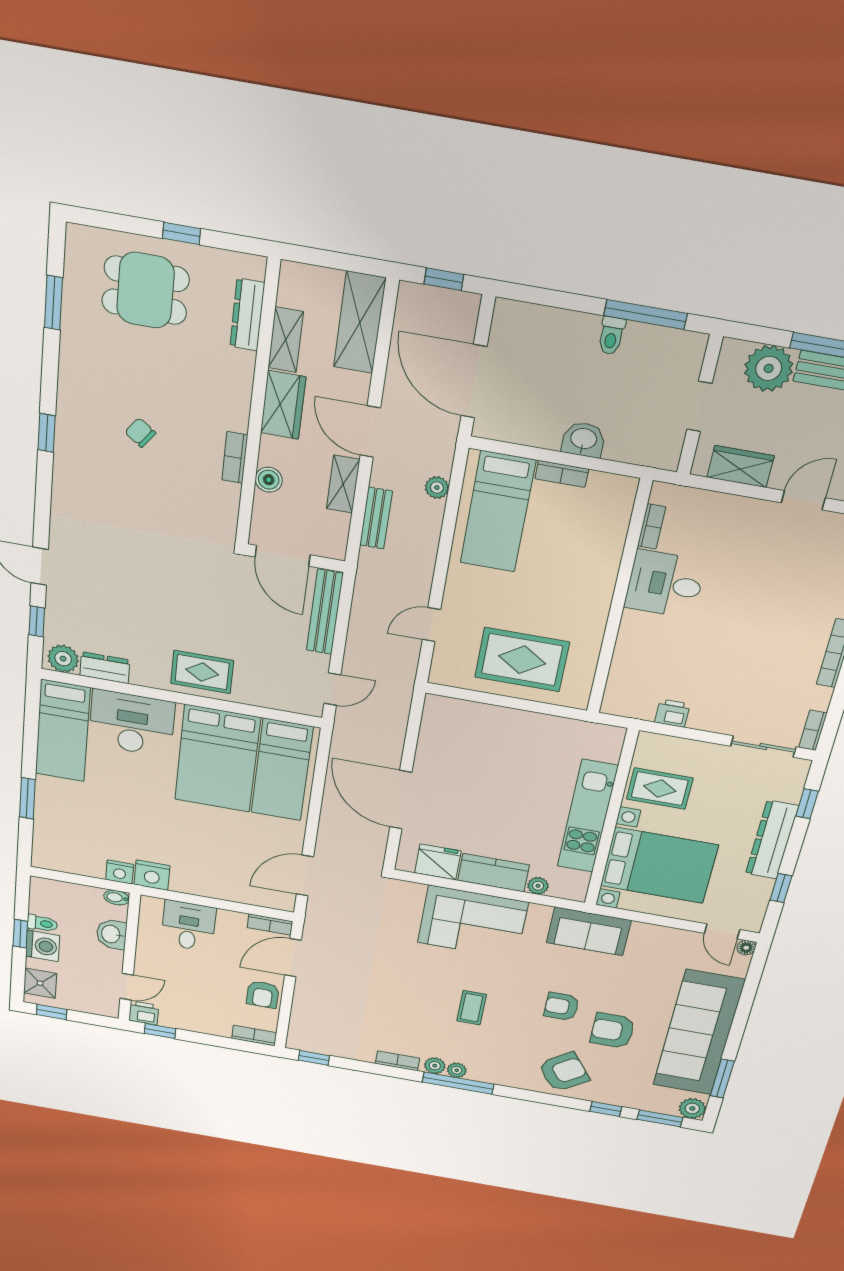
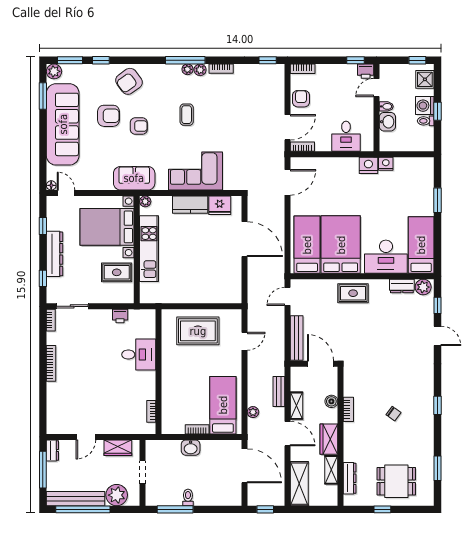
desk: (665, 584) -> (139, 355), moved
plant: (538, 886) -> (145, 201), moved
bidet: (117, 898) -> (386, 106), moved

